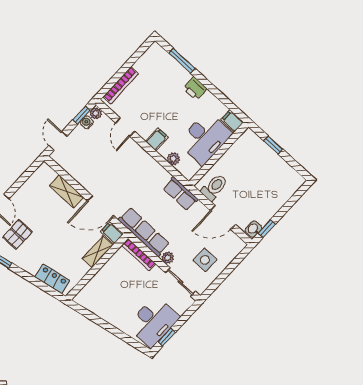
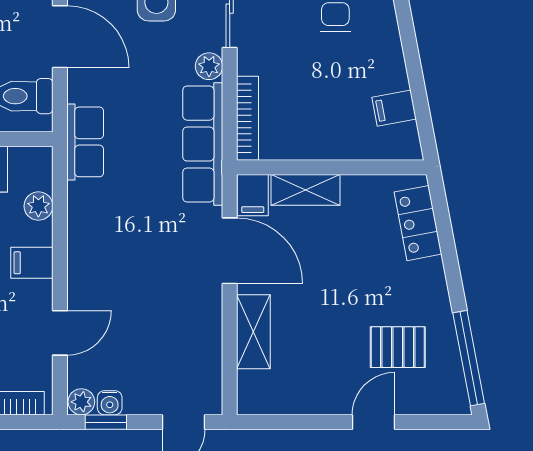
filing cabinet: (97, 306) -> (394, 108), added

